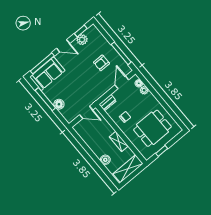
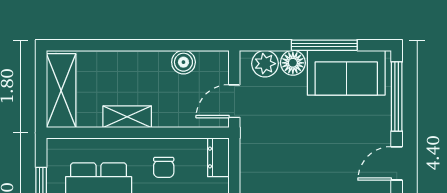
sofa: (47, 74) -> (346, 73), moved, turned -90
plant: (66, 113) -> (265, 64), added
boiler: (105, 160) -> (183, 62), moved

